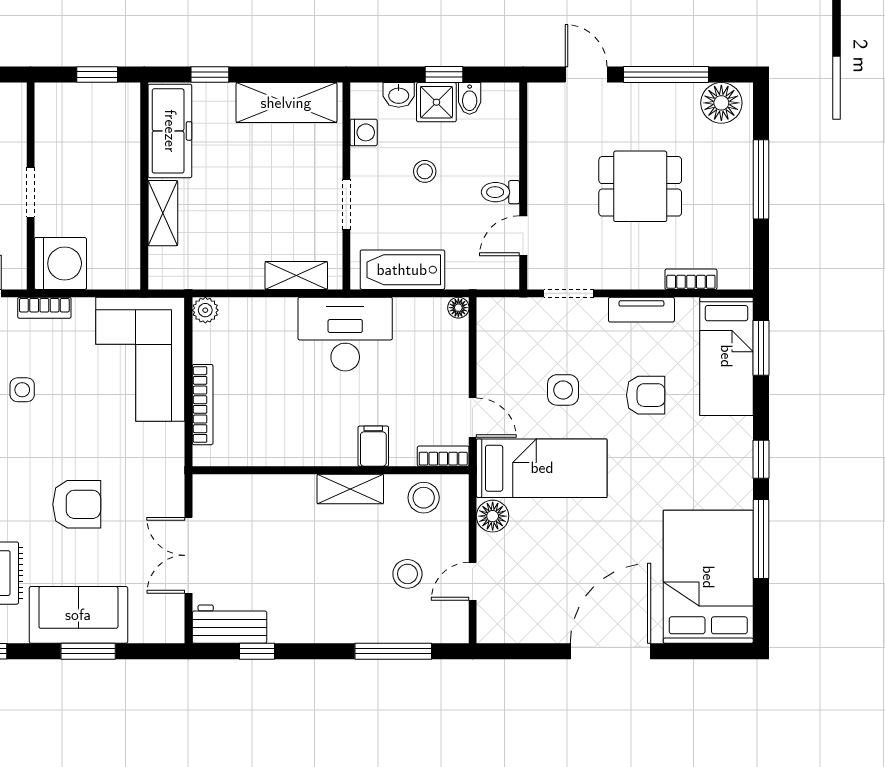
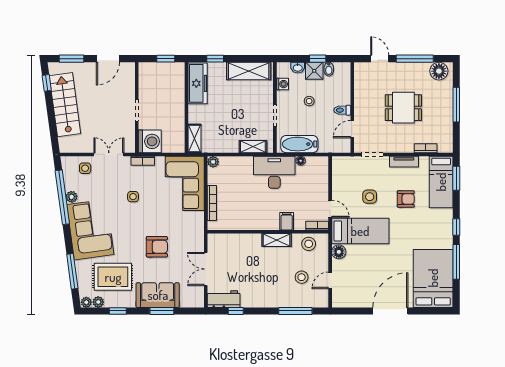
shelving: (163, 213) -> (195, 138), moved
floor lamp: (458, 308) -> (301, 161), moved

